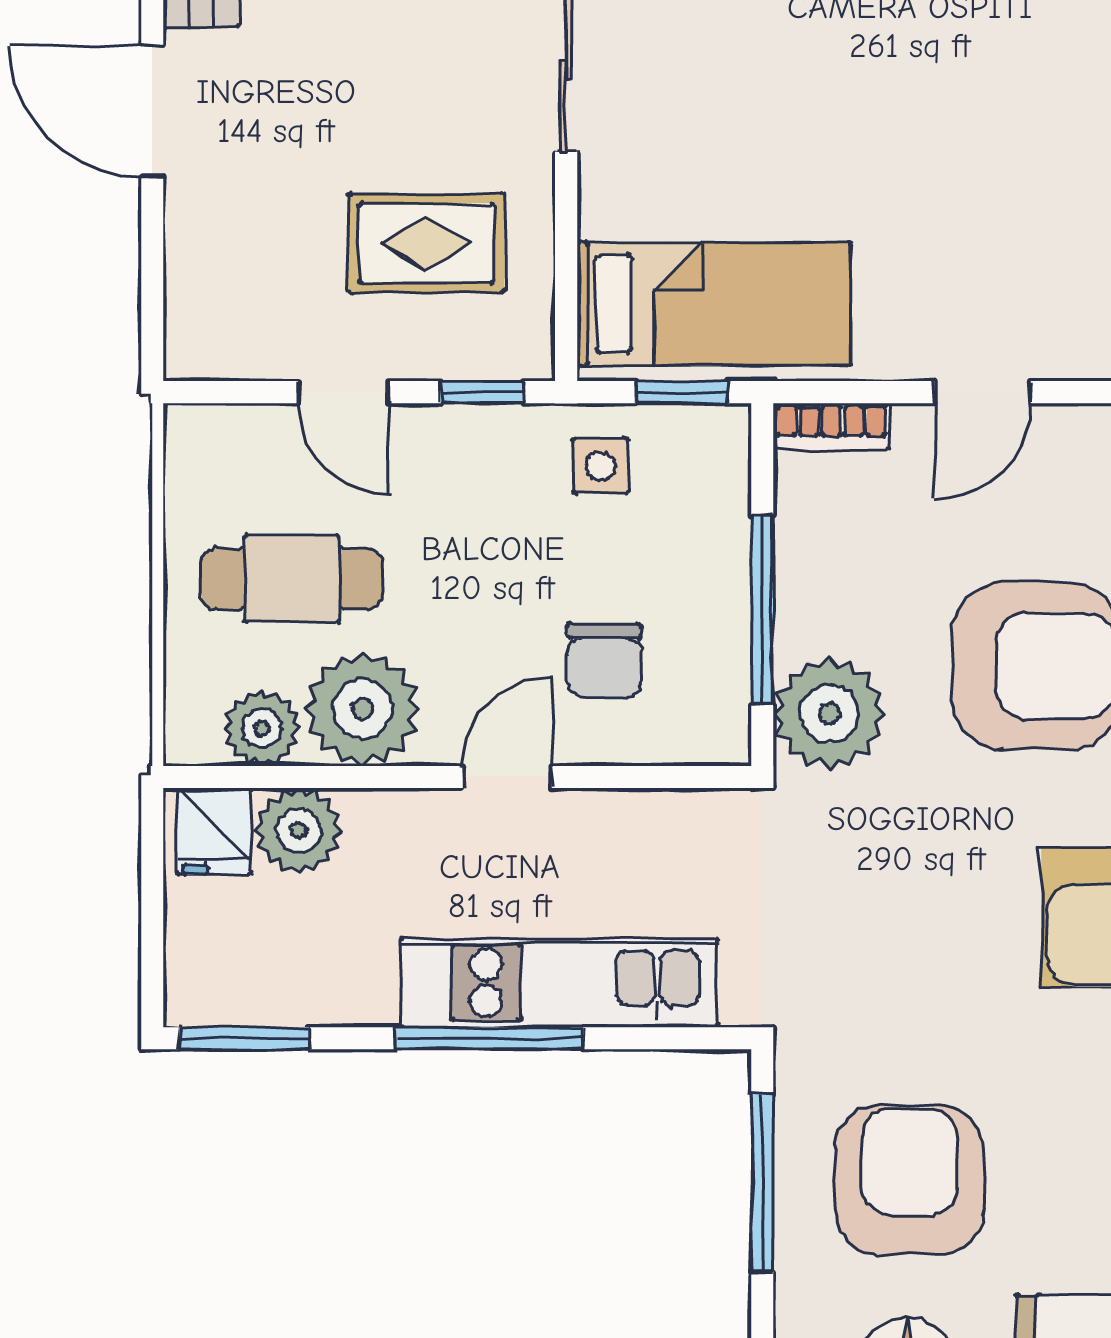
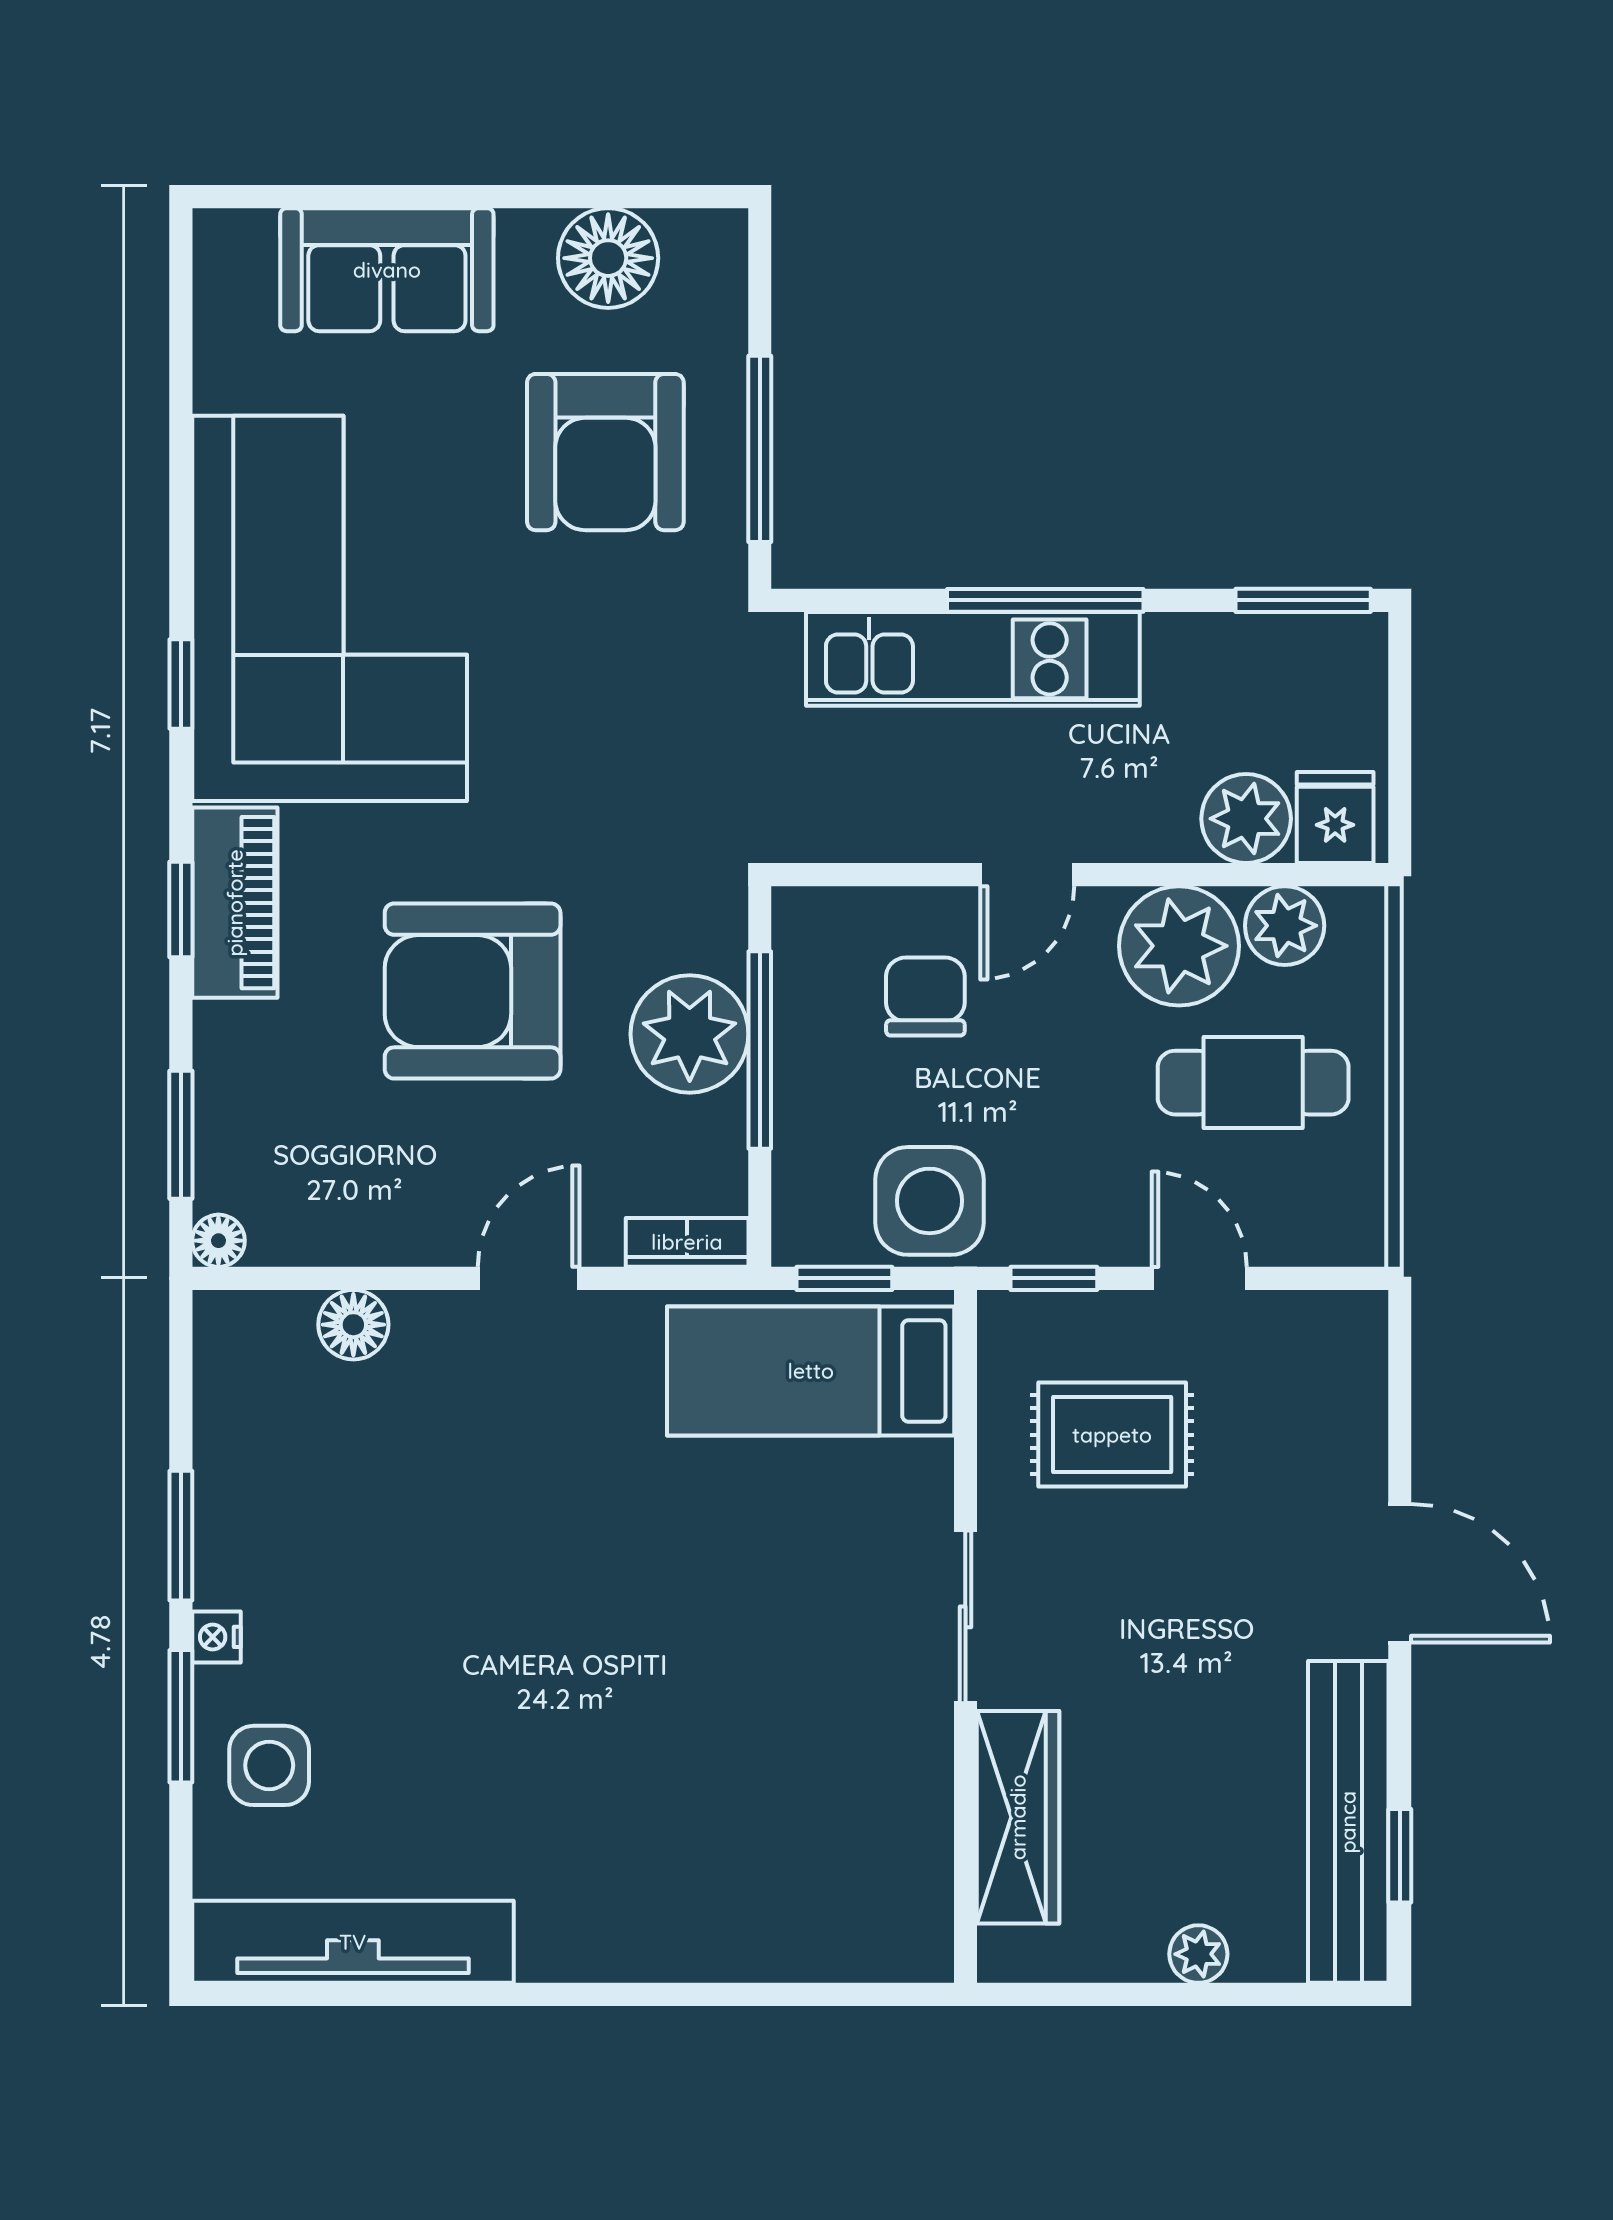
side table: (600, 466) -> (930, 1201), width x1.87, depth x1.87
plant: (829, 714) -> (690, 1034), moved

